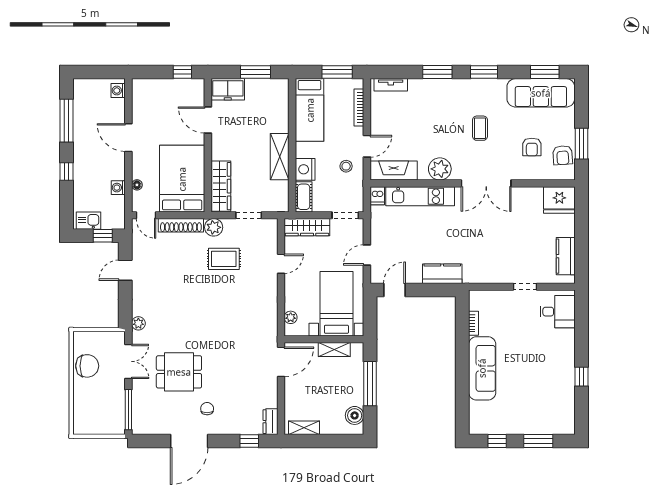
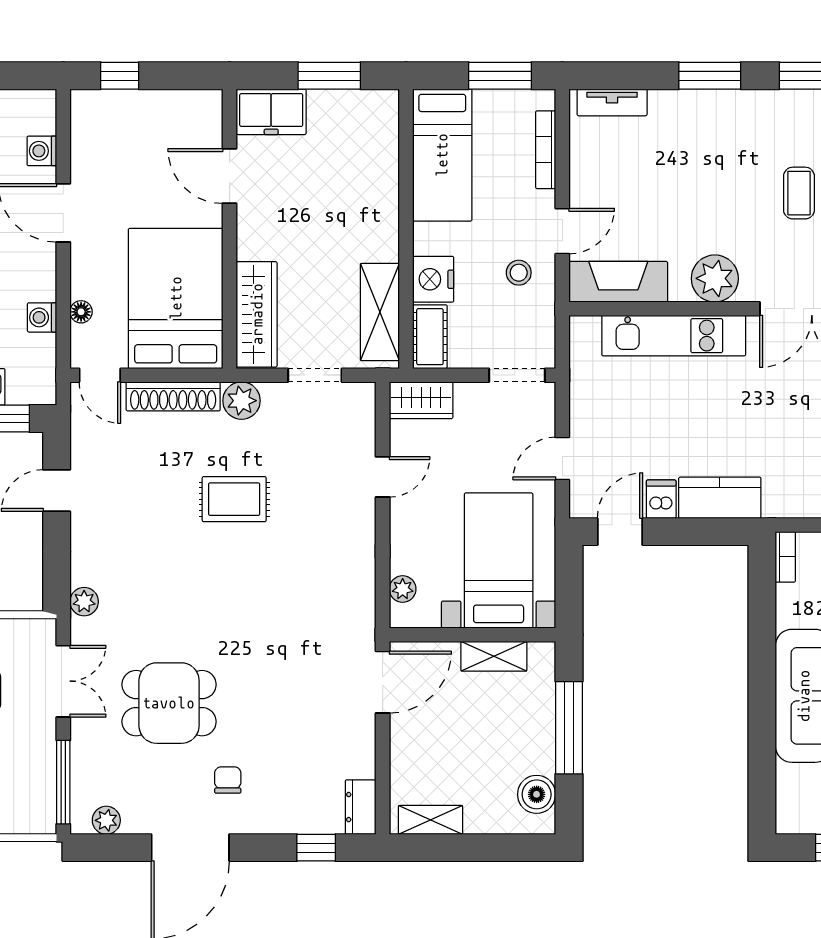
window: (182, 72) -> (120, 76), moved
washing machine: (118, 91) -> (42, 151), moved
shelving: (280, 157) -> (380, 312), moved
dishwasher: (377, 196) -> (661, 499), moved, turned 180
wardrobe: (307, 227) -> (421, 400), width x0.67
rug: (224, 259) -> (234, 499), moved
bookcase: (473, 323) -> (785, 557), moved
plant: (149, 428) -> (106, 820), added

